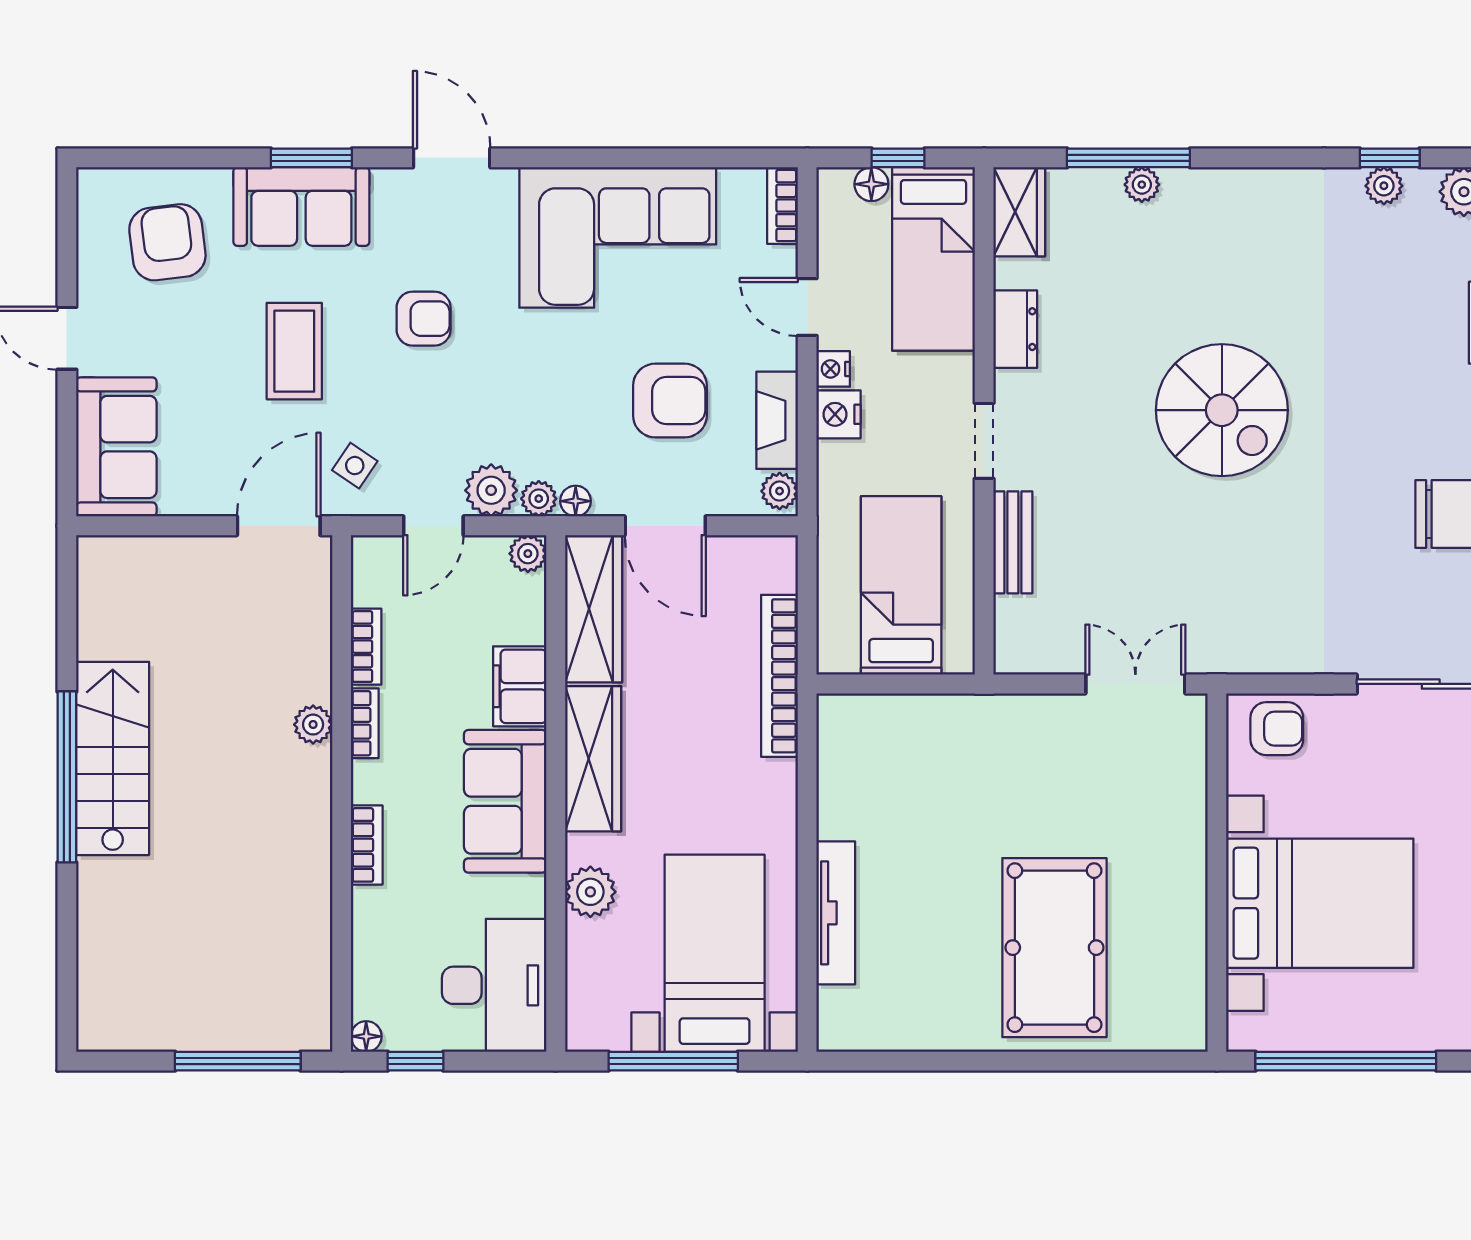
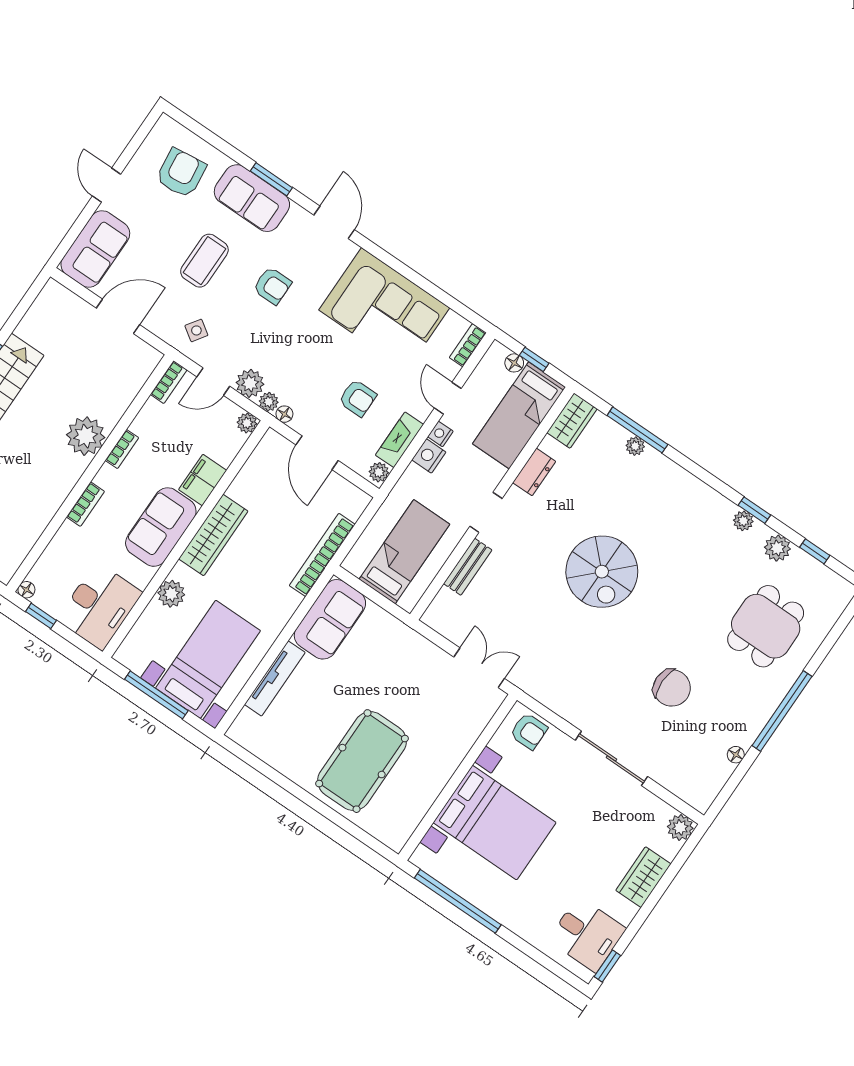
armchair: (670, 401) -> (358, 398), width x0.72, depth x0.72
door: (279, 526) -> (118, 316), moved
wardrobe: (594, 609) -> (259, 468), removed
bookcase: (366, 647) -> (169, 382), moved
plant: (313, 725) -> (86, 436), width x1.88, depth x1.88
sofa: (858, 766) -> (330, 619), added

